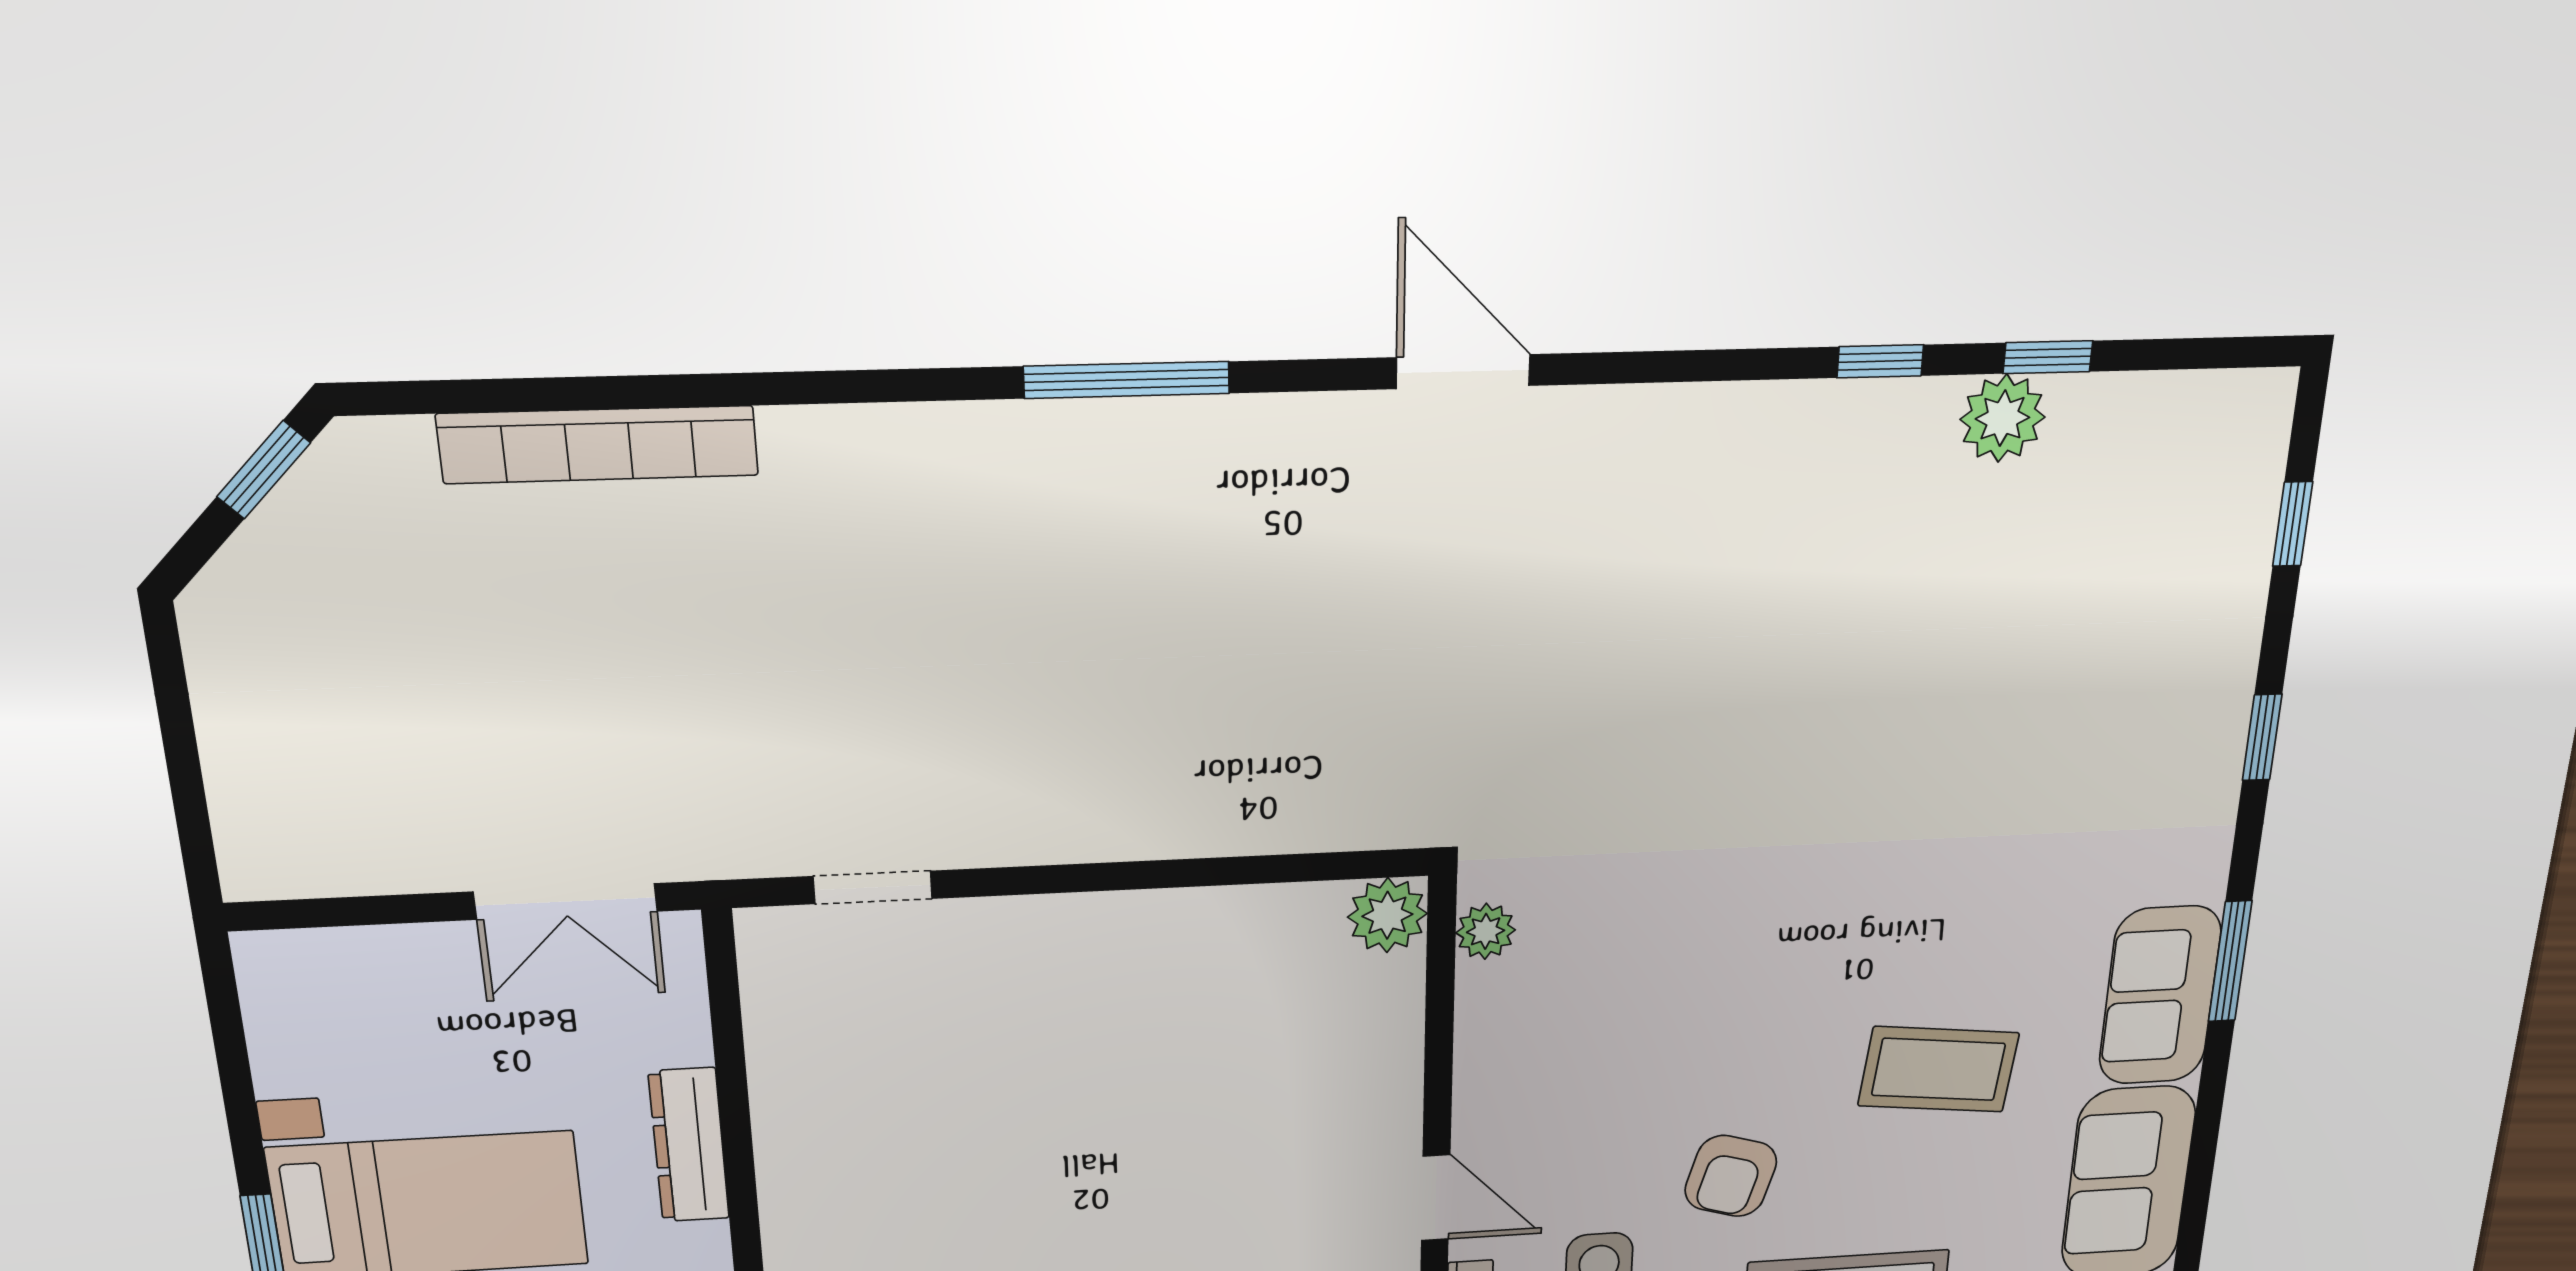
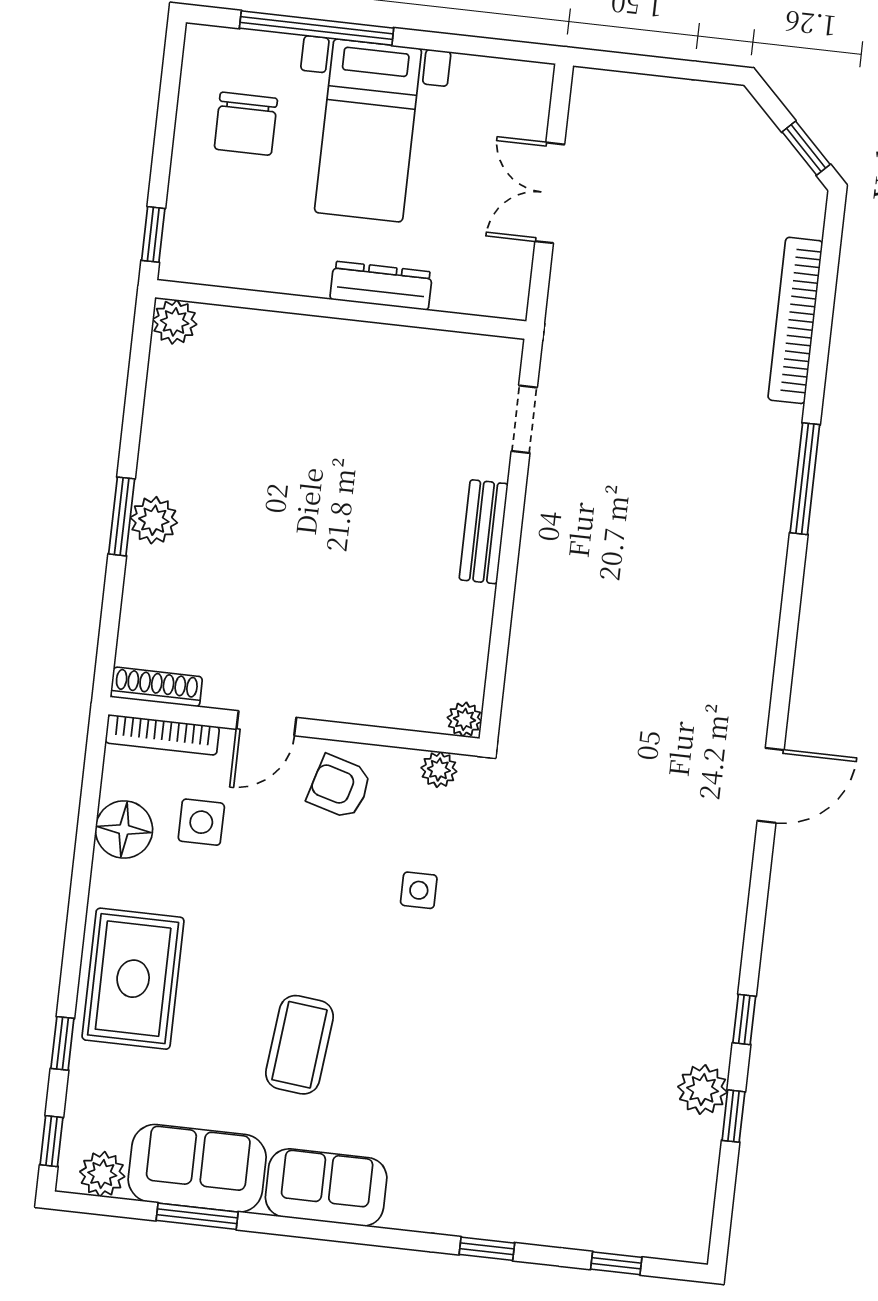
window: (1127, 380) -> (805, 479), moved
double door: (566, 902) -> (550, 193), moved
plant: (1387, 915) -> (464, 719), width x0.73, depth x0.73
bench: (1078, 923) -> (484, 532), added
side table: (1686, 931) -> (419, 890), added
window: (2230, 961) -> (197, 1216), moved
armchair: (1731, 1176) -> (340, 787), moved

